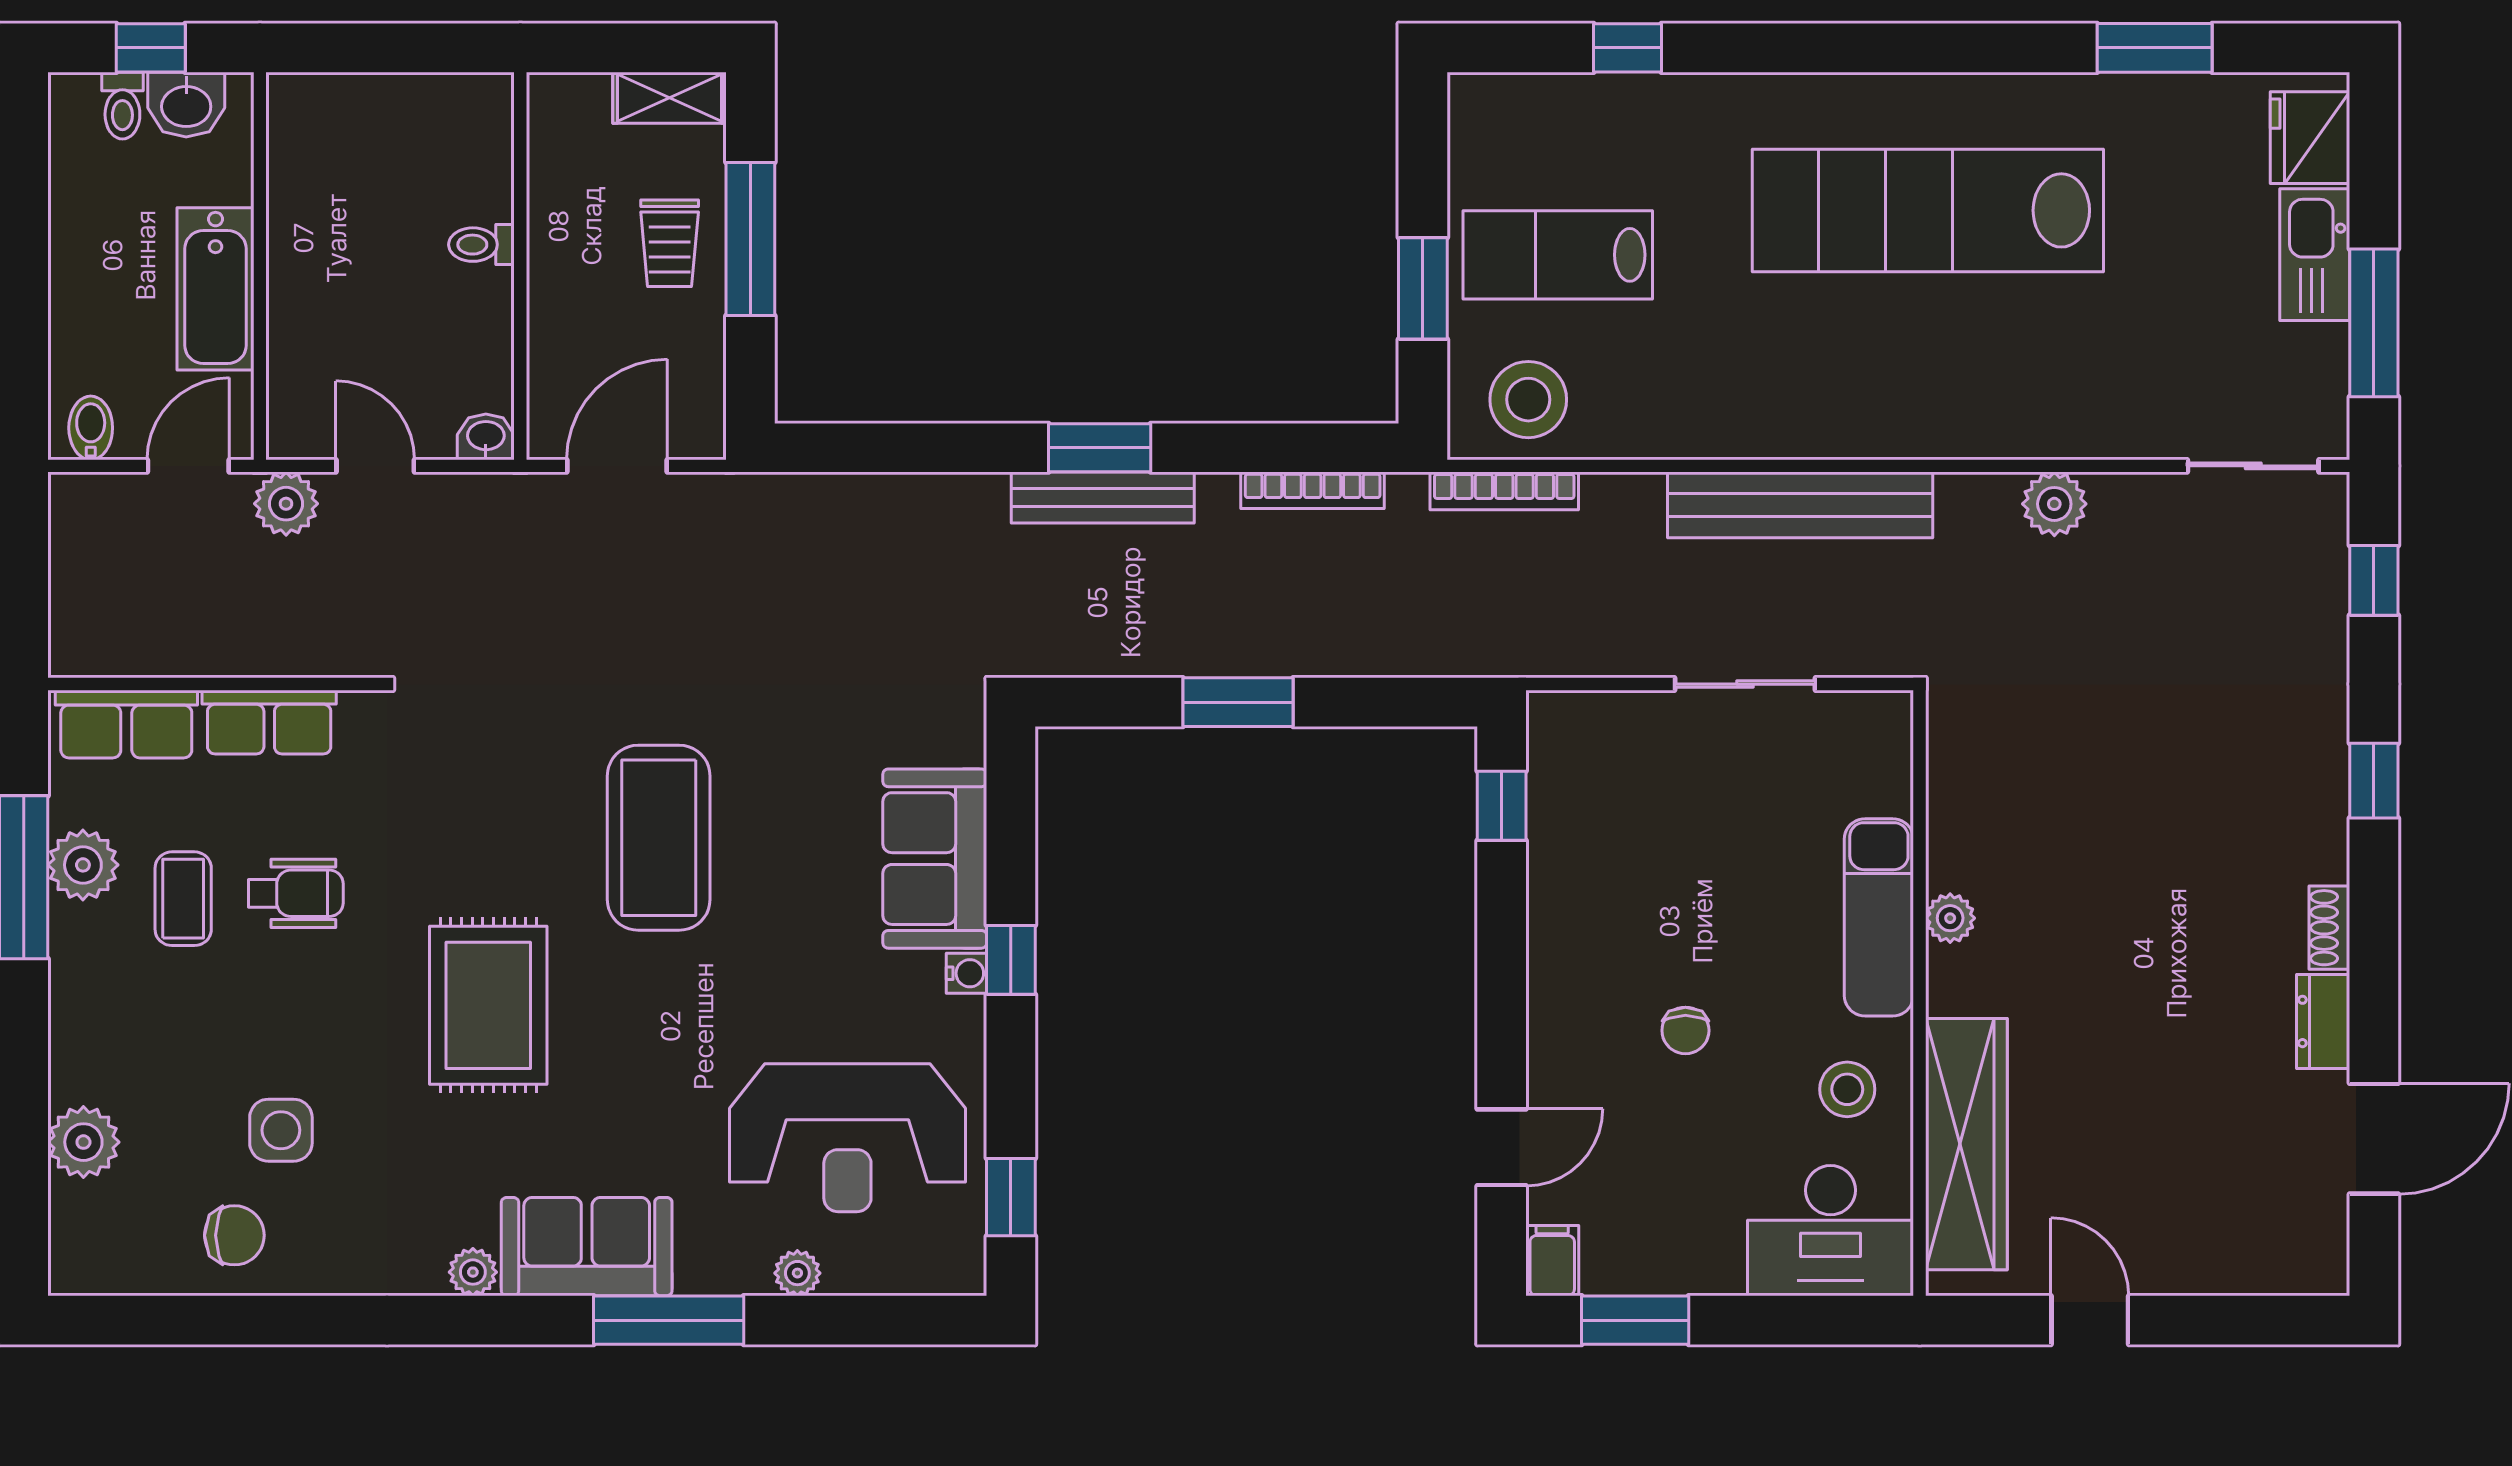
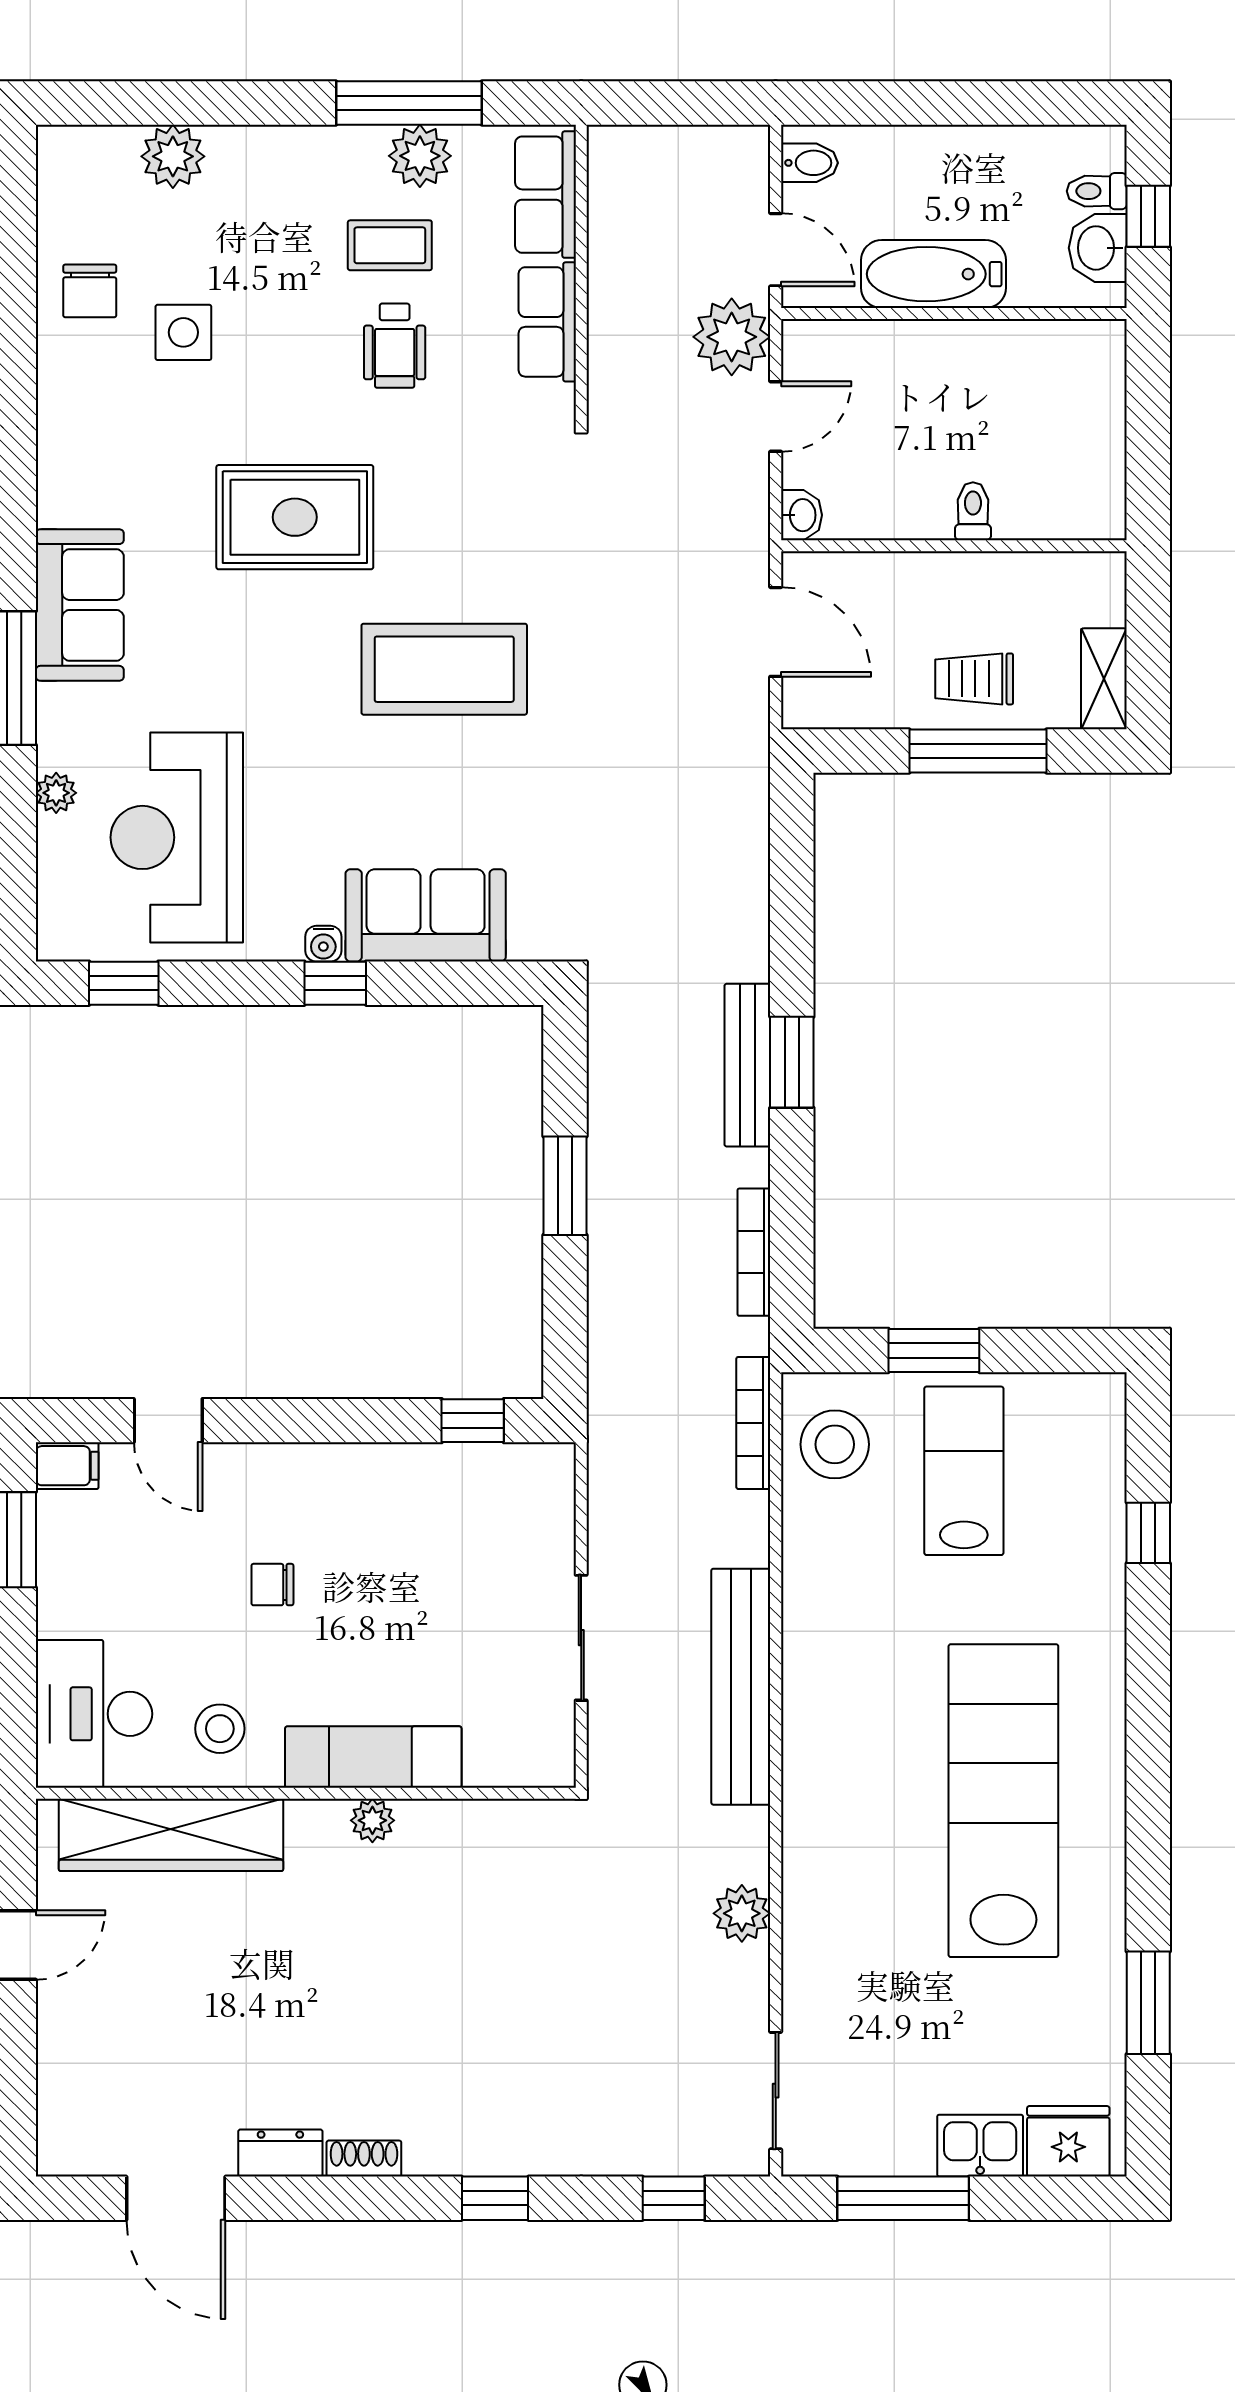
kitchen sink: (2315, 255) -> (980, 2146), width x0.73
plant: (286, 504) -> (732, 337), width x1.36, depth x1.36
plant: (473, 1272) -> (57, 504), removed

